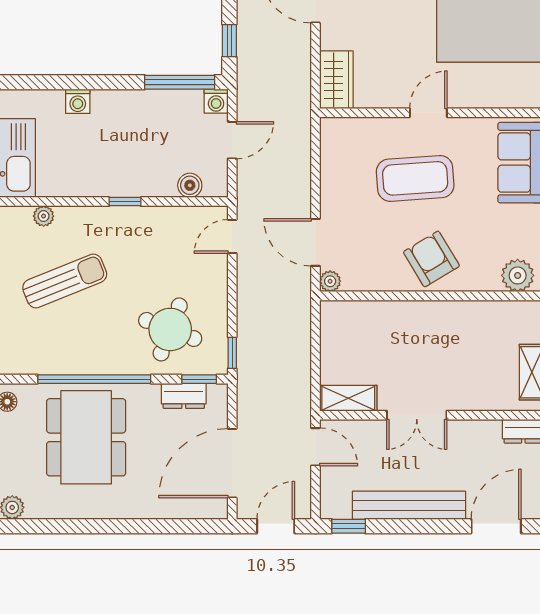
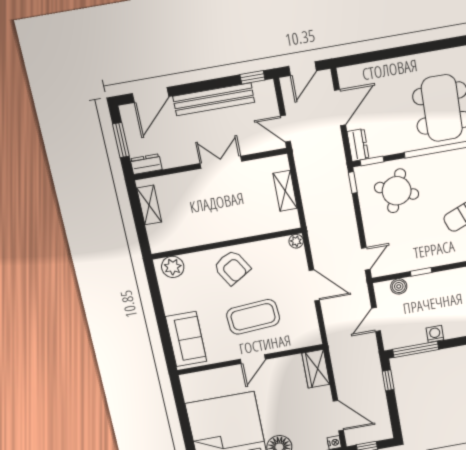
washing machine: (216, 101) -> (435, 334), moved
window: (125, 202) -> (421, 272), moved
door: (315, 242) -> (314, 285), moved
dresser: (184, 396) -> (358, 145), moved, turned 90
shelving: (348, 398) -> (285, 191), moved, turned 90
door: (232, 463) -> (340, 107), width x0.73

